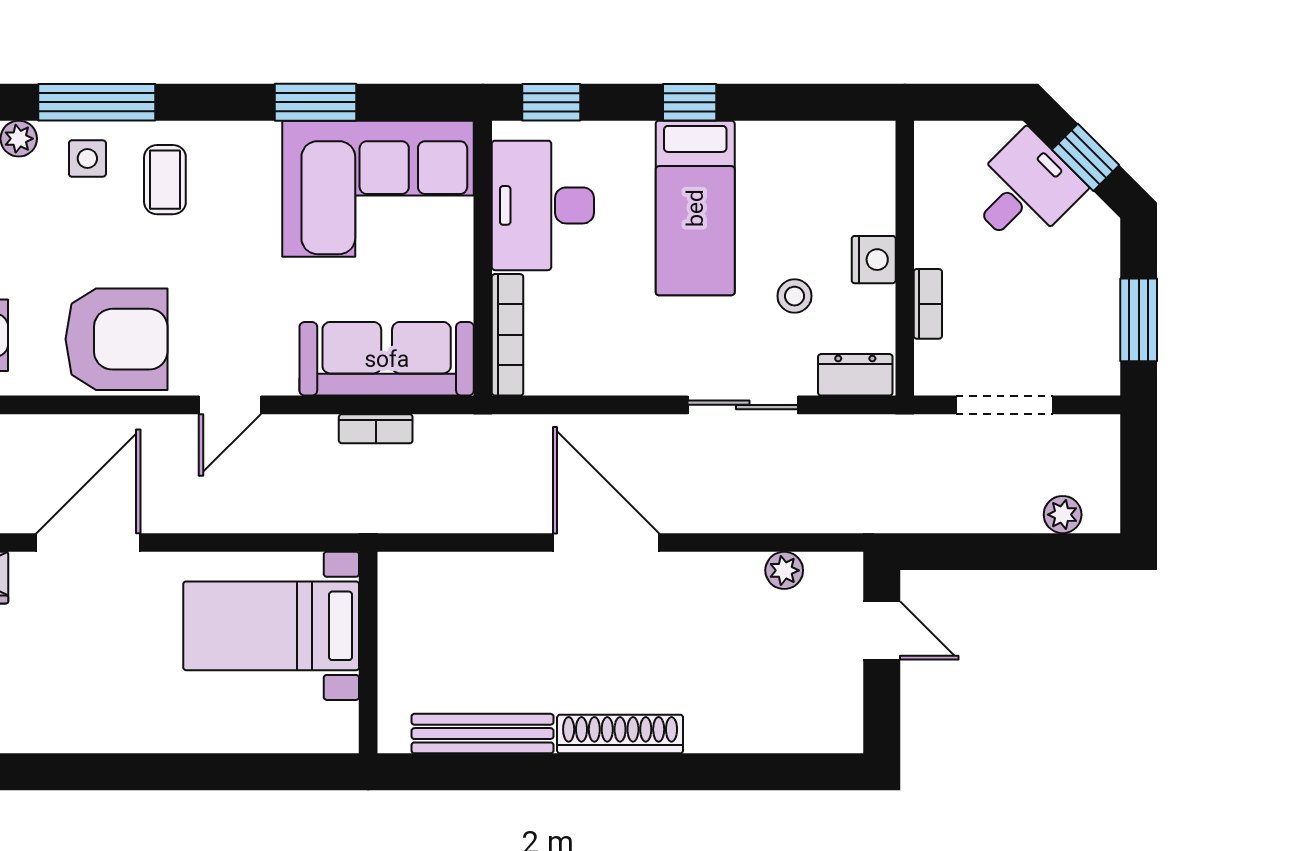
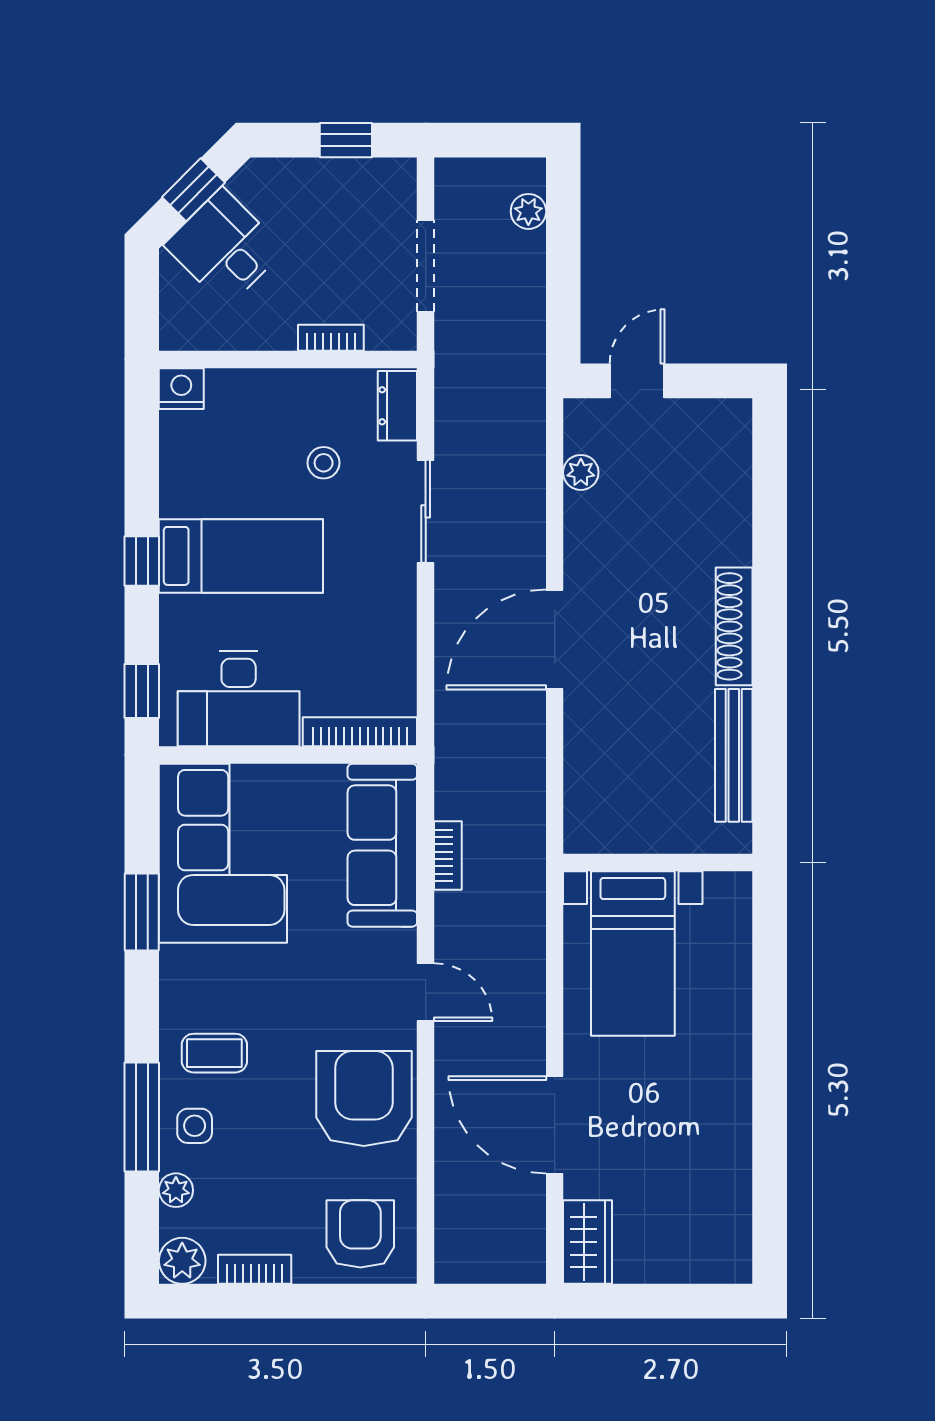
nightstand: (874, 260) -> (181, 389), moved
window: (1139, 320) -> (346, 140), width x0.67

